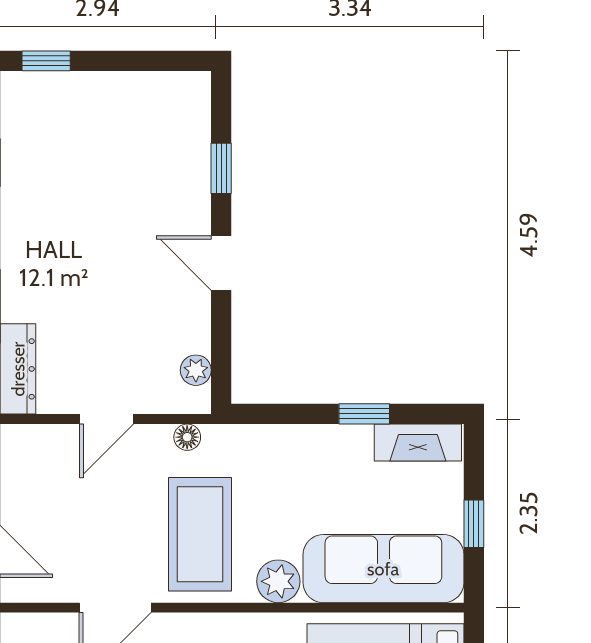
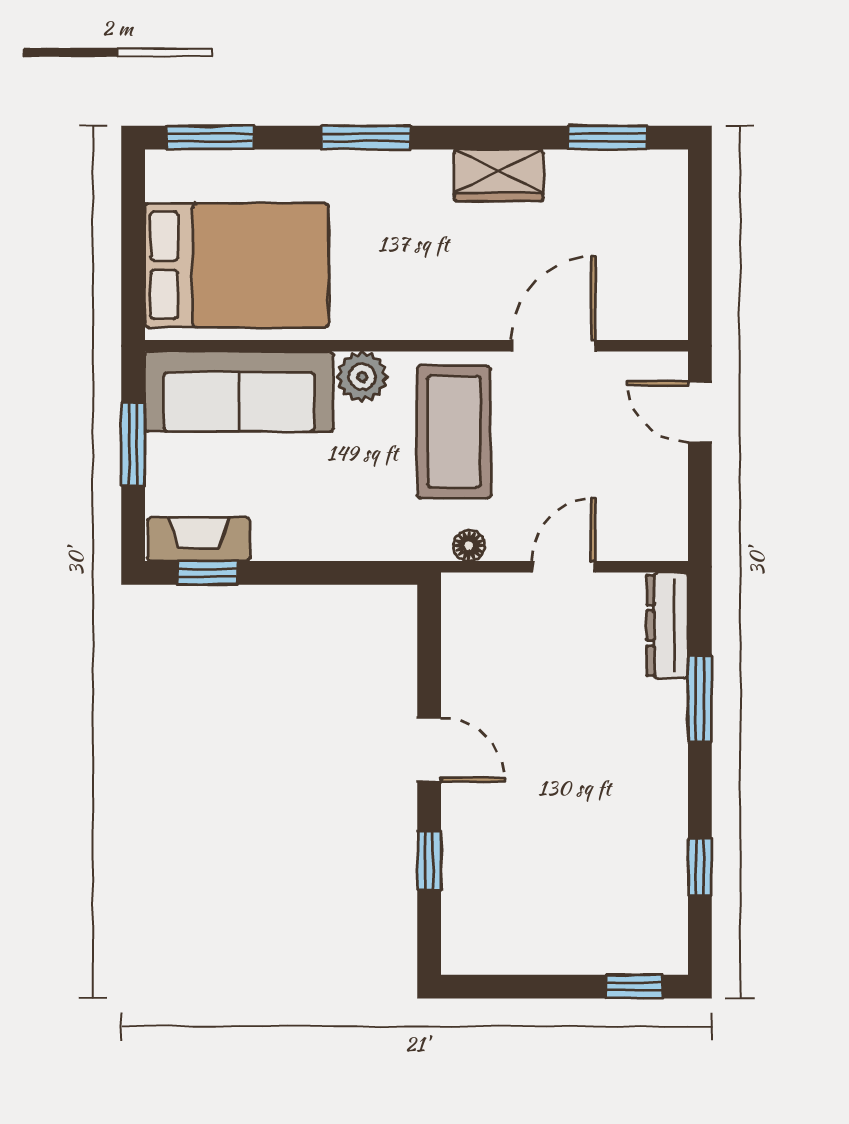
plant: (196, 370) -> (459, 624), removed
window: (364, 414) -> (207, 573), moved
window: (474, 524) -> (133, 444), width x1.50

